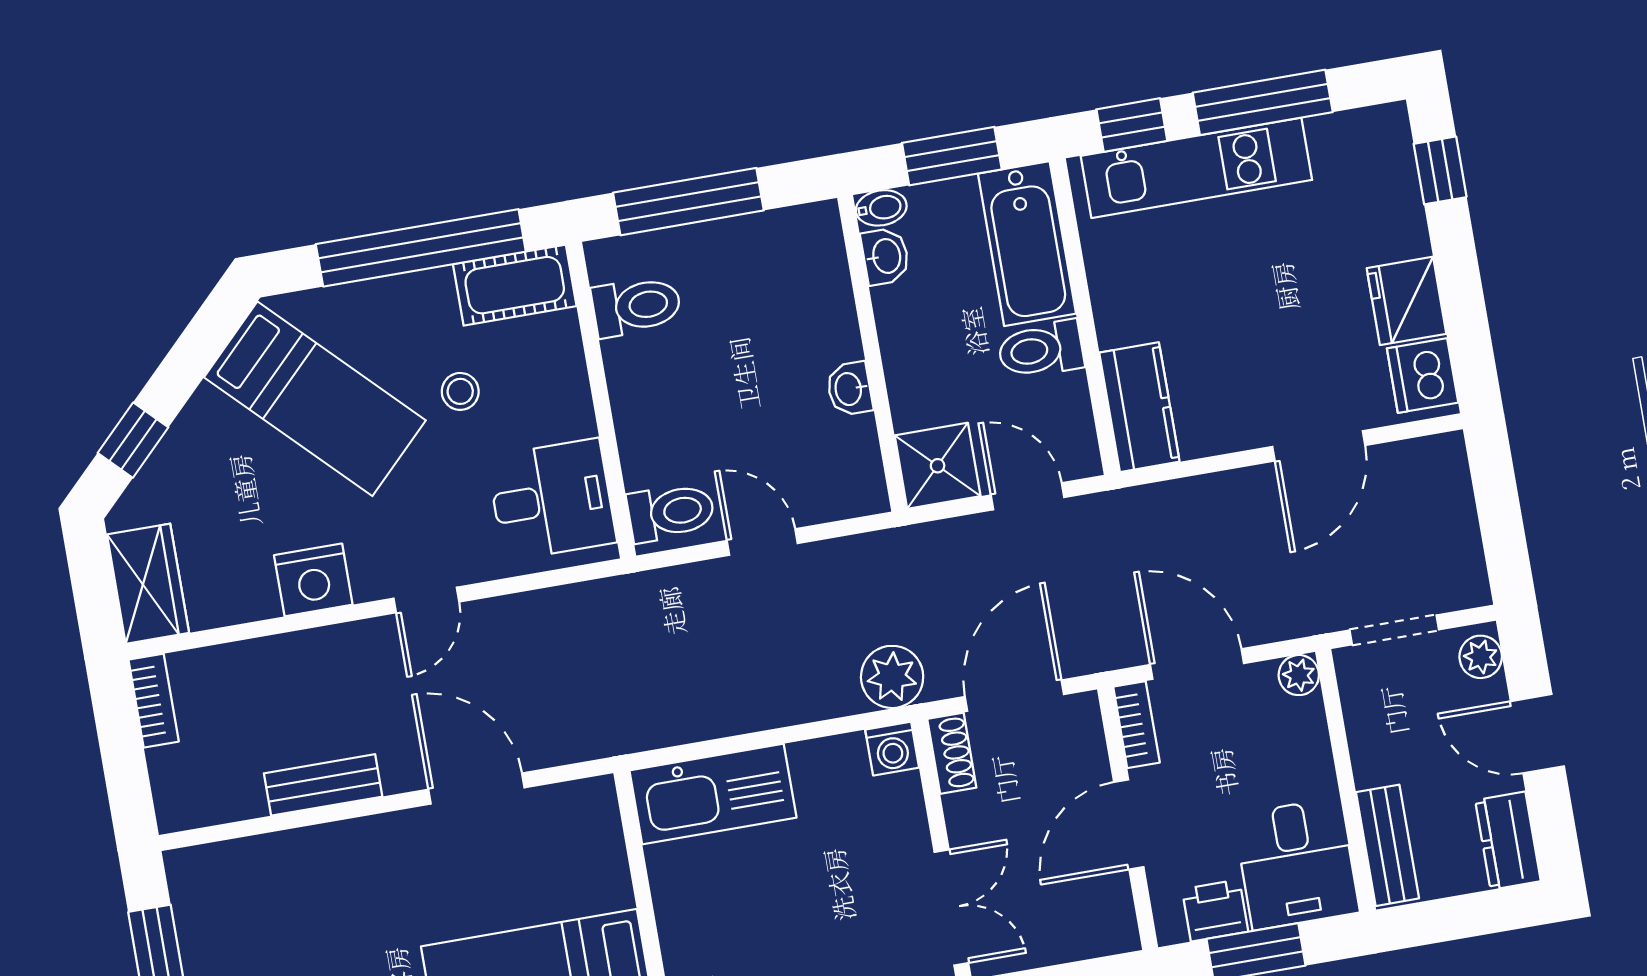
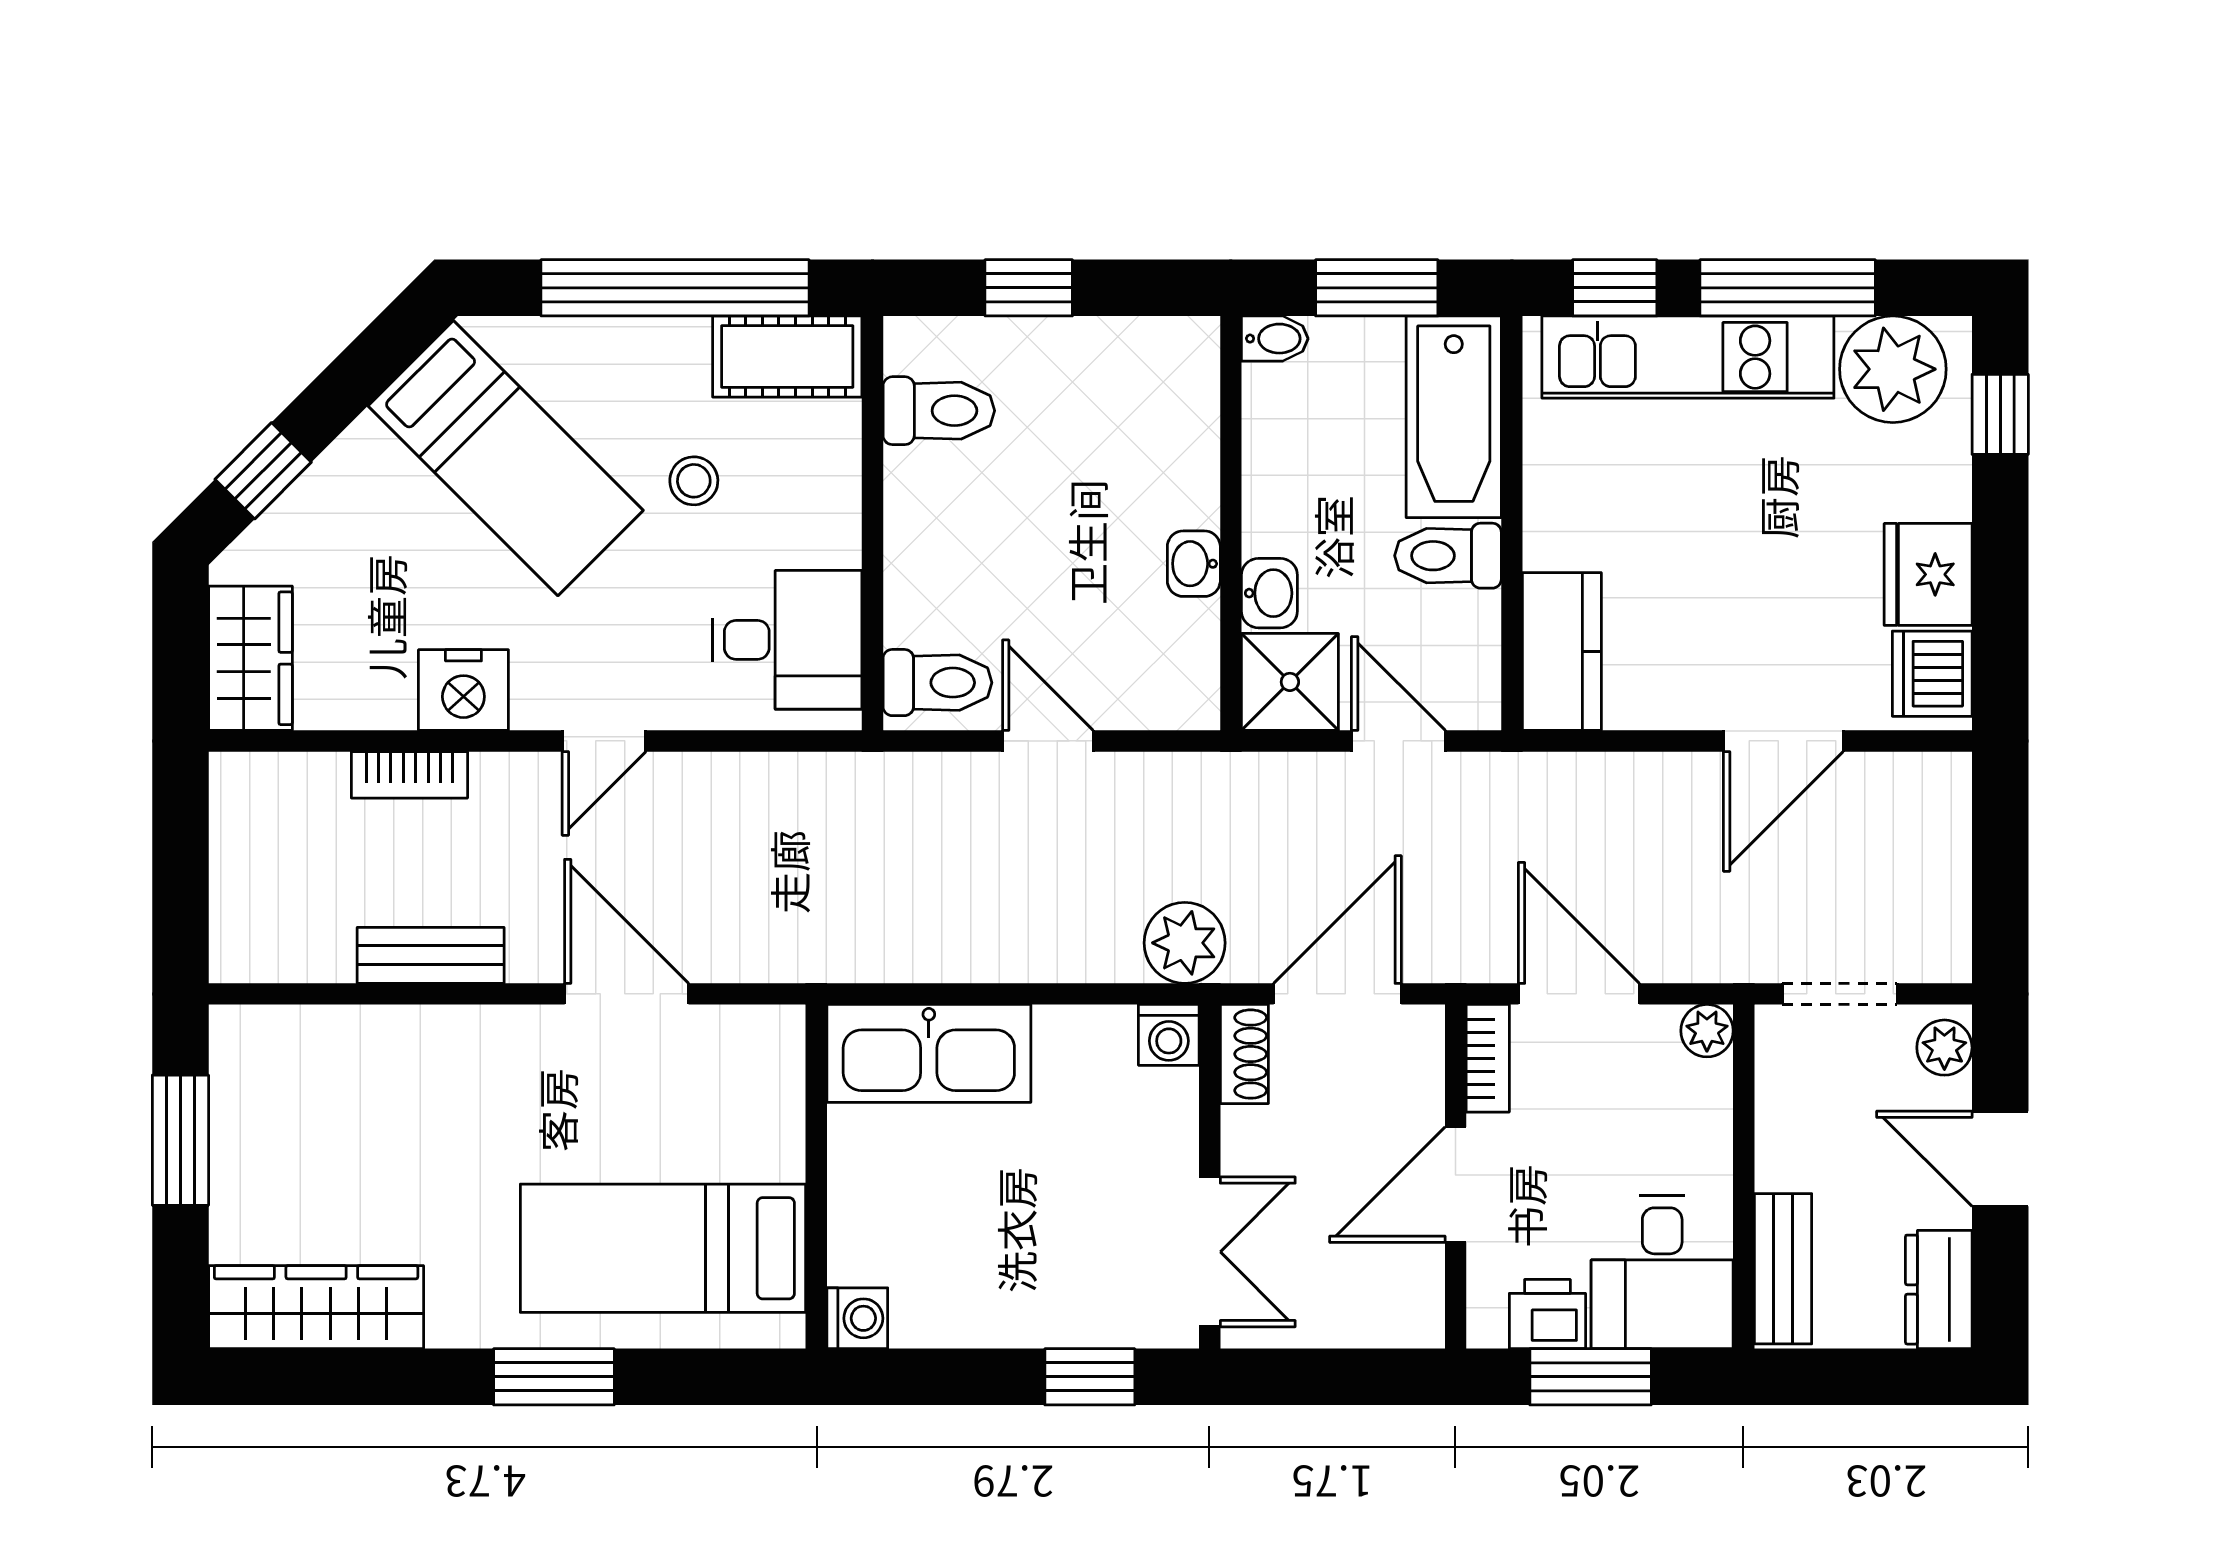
plant: (1353, 150) -> (1893, 369), added
window: (688, 202) -> (1029, 288), width x0.46
washbasin: (885, 256) -> (1269, 593), moved
bookcase: (154, 701) -> (409, 775), moved, turned 90

